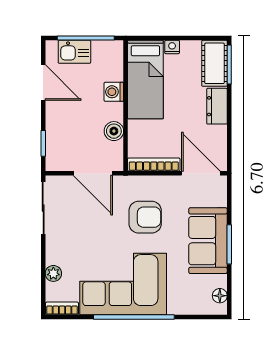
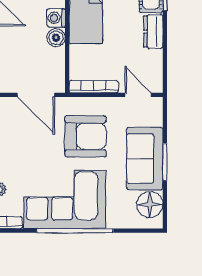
boiler: (114, 131) -> (56, 38), moved
door: (201, 173) -> (138, 95), width x0.73
armchair: (145, 217) -> (85, 136), width x1.36, depth x1.36
floor lamp: (220, 296) -> (150, 204), width x1.89, depth x1.89

